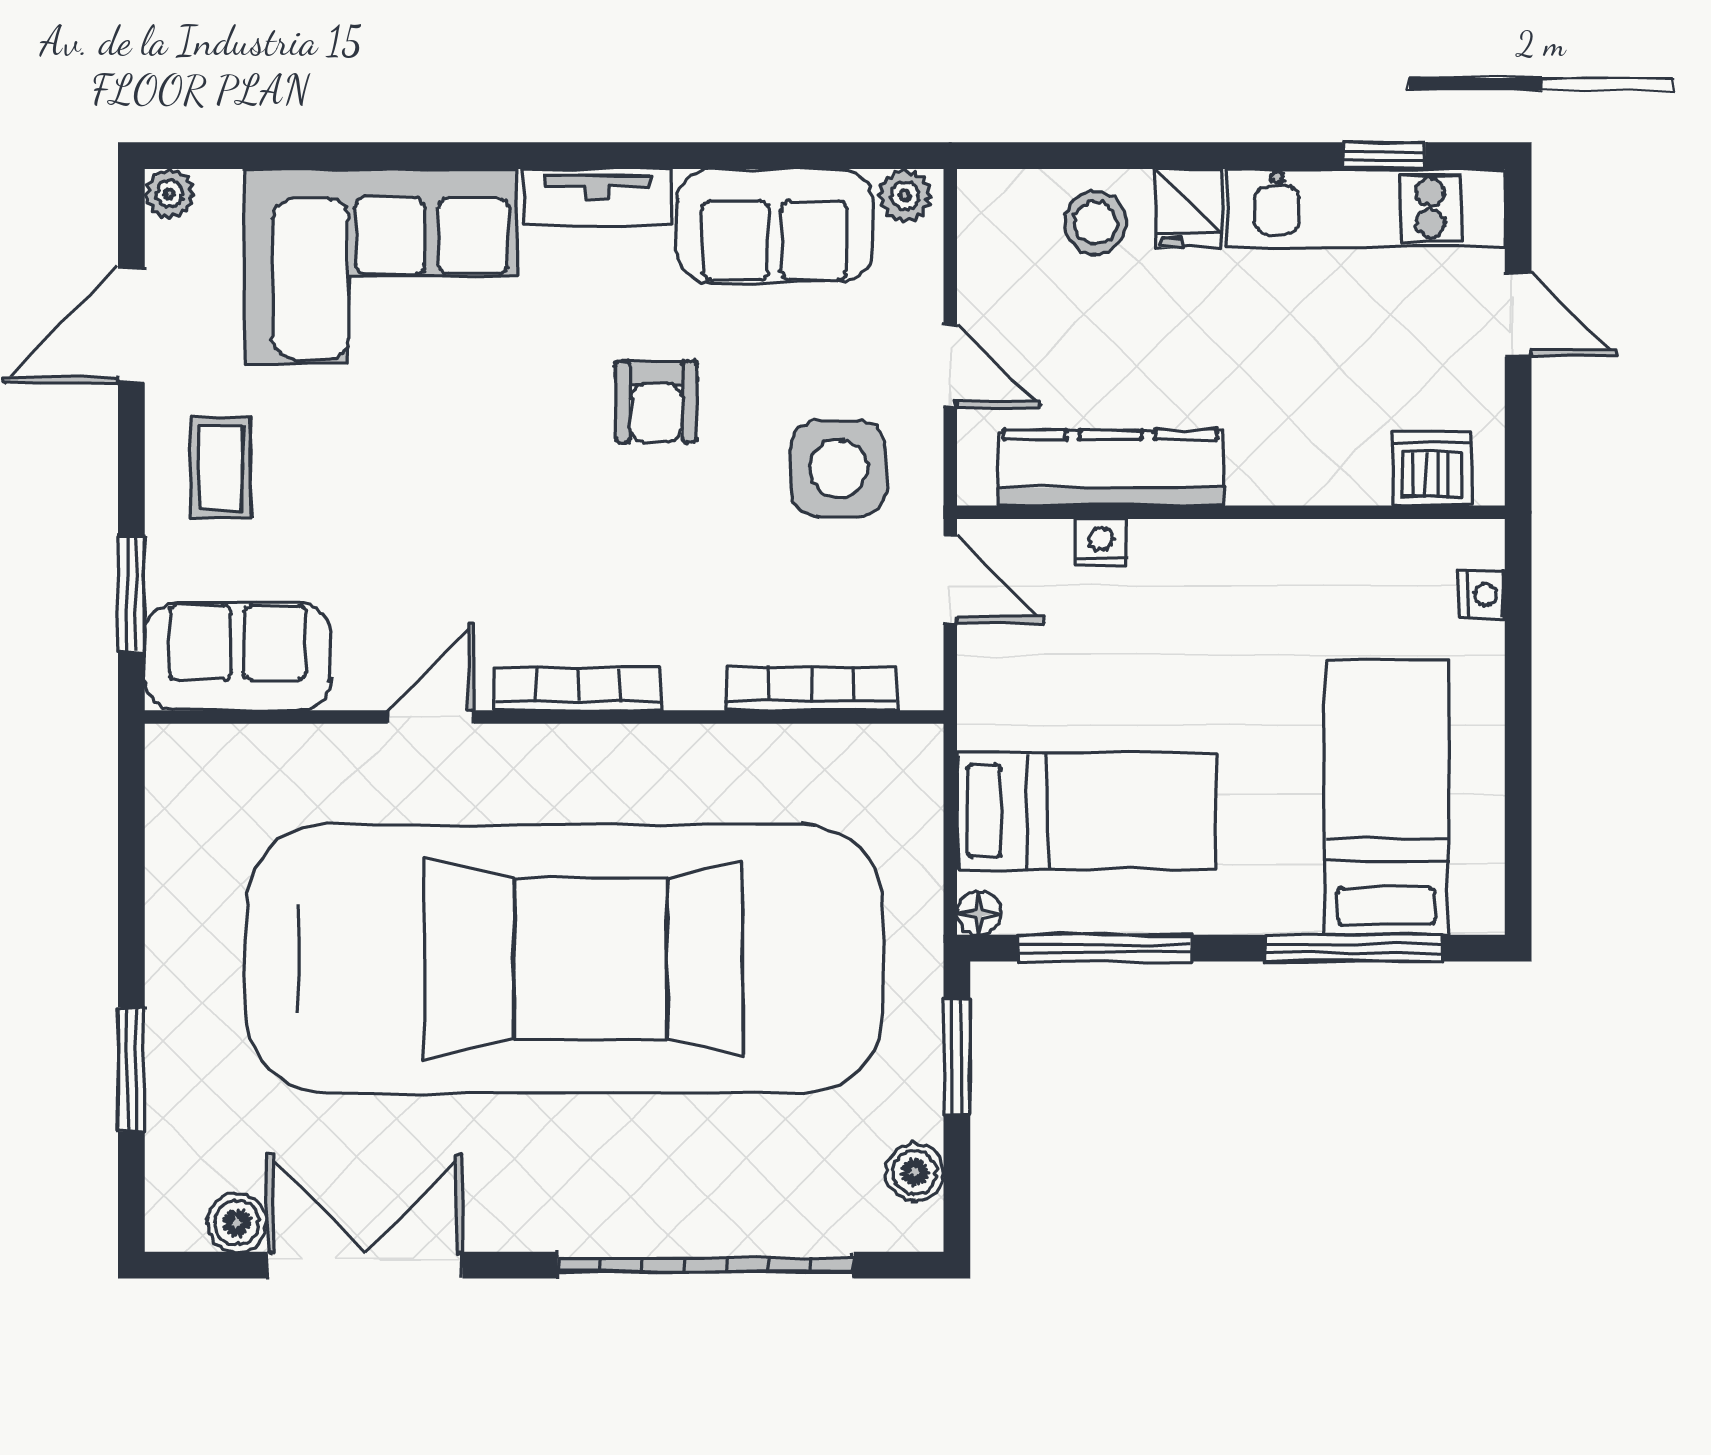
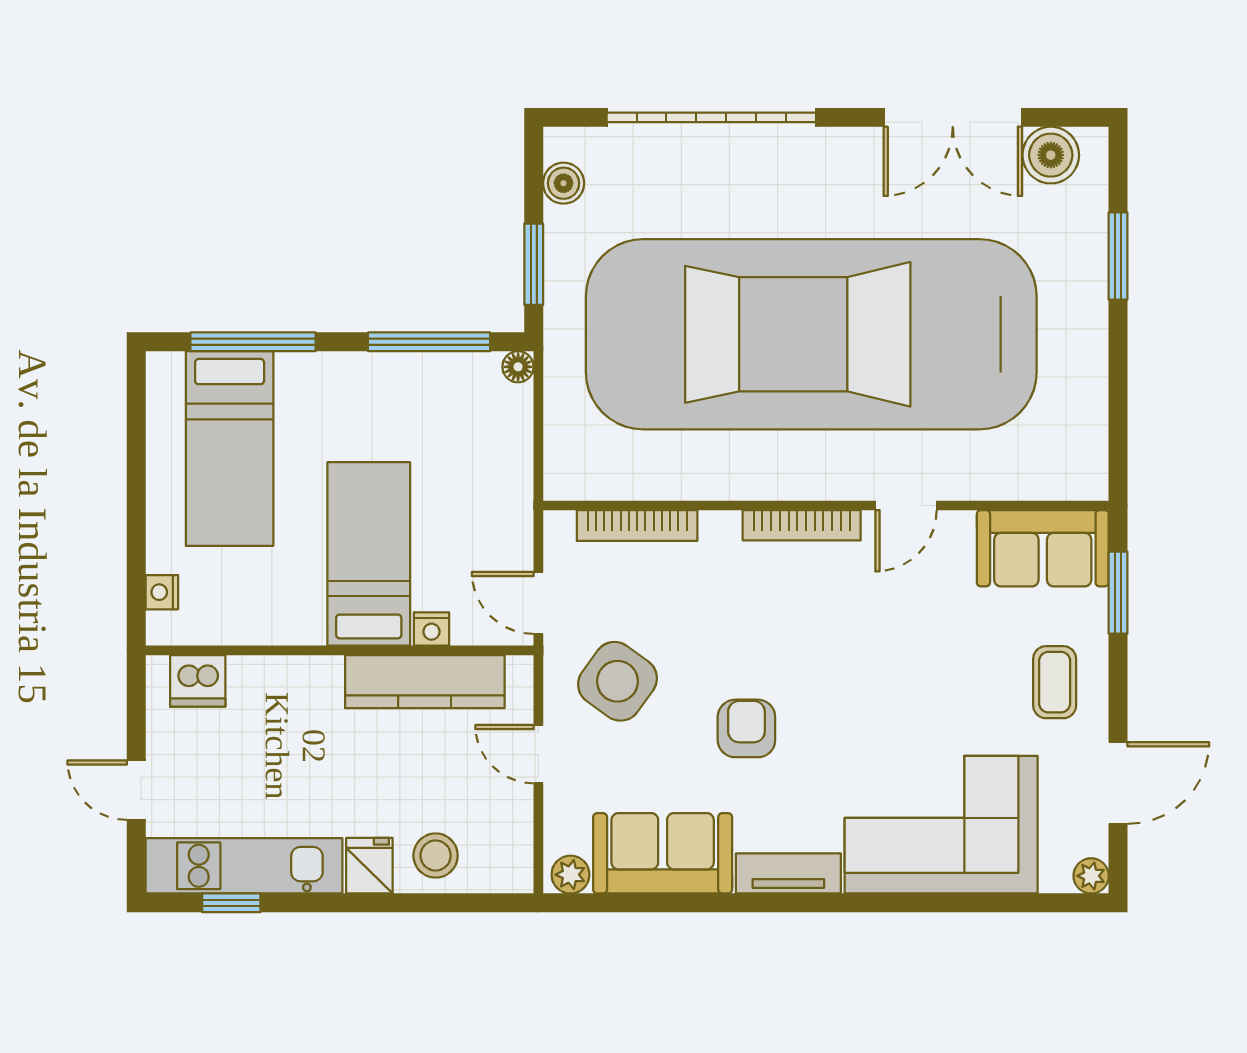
side table: (838, 469) -> (617, 681), turned 36
bed: (1086, 811) -> (369, 554), moved, turned 90
boiler: (237, 1223) -> (1051, 155), width x1.36, depth x1.36

